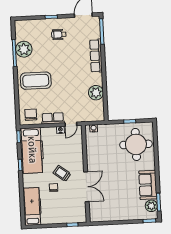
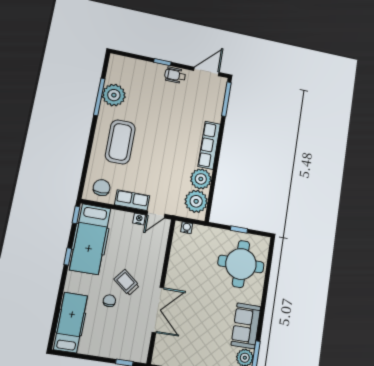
wheelchair: (59, 34) -> (175, 75), moved
row of seats: (96, 56) -> (209, 145), moved
coffee table: (36, 81) -> (120, 142), turned 90
plant: (96, 109) -> (196, 201), added

